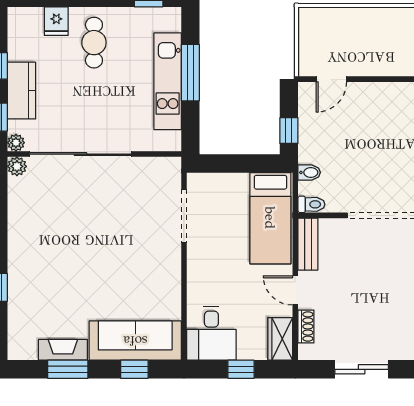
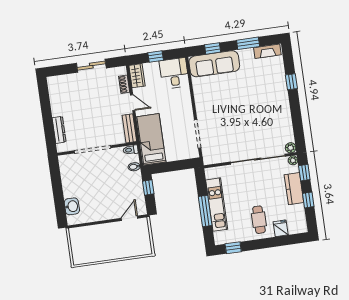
fireplace: (63, 350) -> (267, 51), moved

